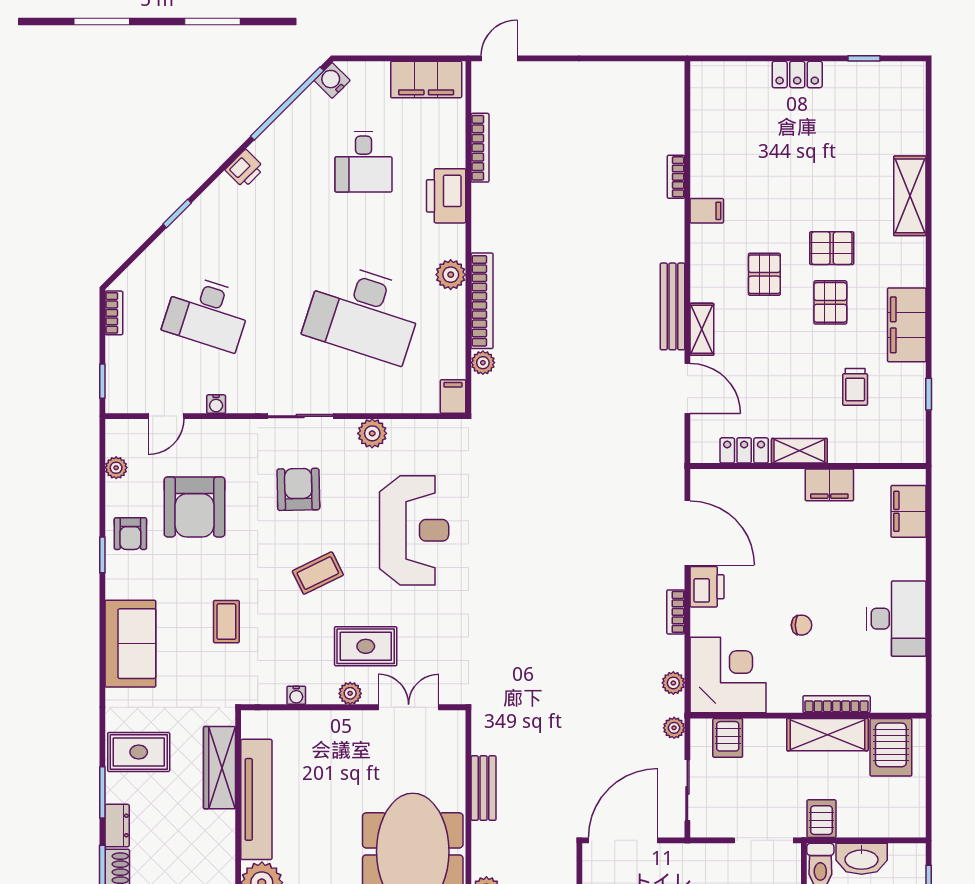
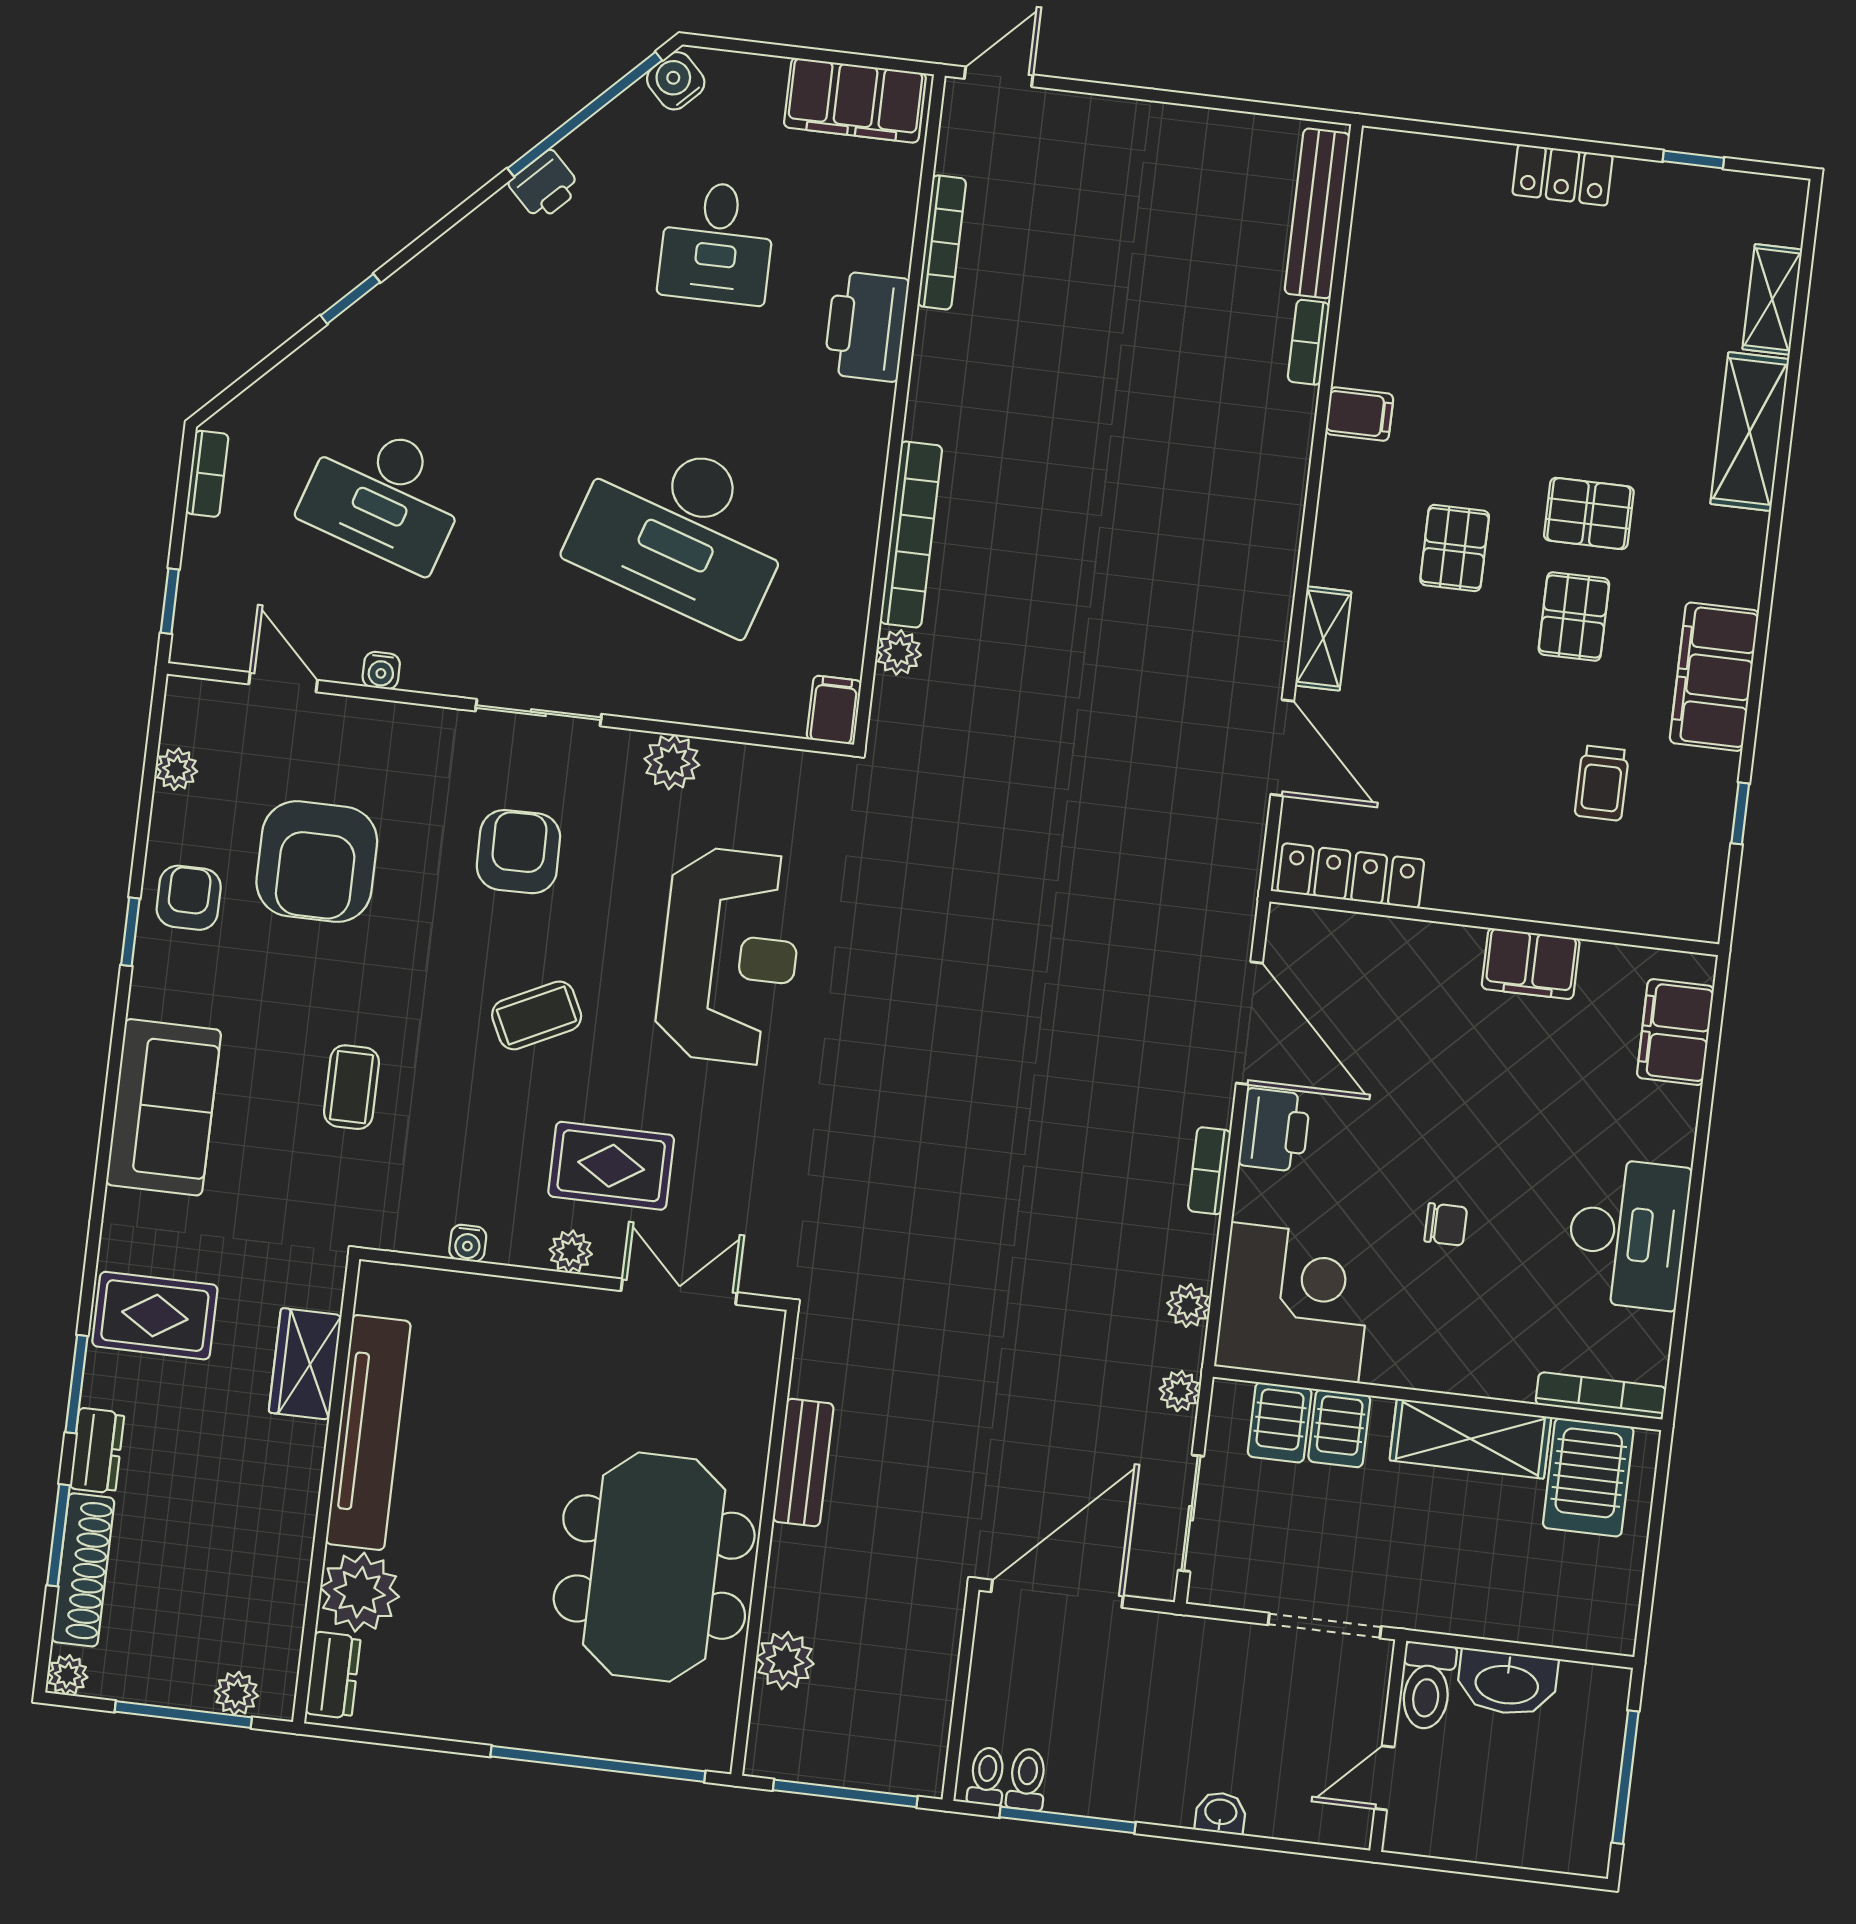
printer: (245, 169) -> (545, 186), moved
plant: (451, 275) -> (857, 477), removed
bench: (672, 306) -> (1317, 213), moved
door: (166, 416) -> (283, 682), swing flipped
locker: (744, 450) -> (1351, 876), width x1.53
shelving: (799, 451) -> (1772, 299), moved, turned 90
armchair: (130, 534) -> (189, 898), turned 180
bookcase: (837, 704) -> (1601, 1396), moved
wardrobe: (219, 768) -> (305, 1364), width x0.67
server rack: (821, 819) -> (1339, 1428), moved, turned 180

